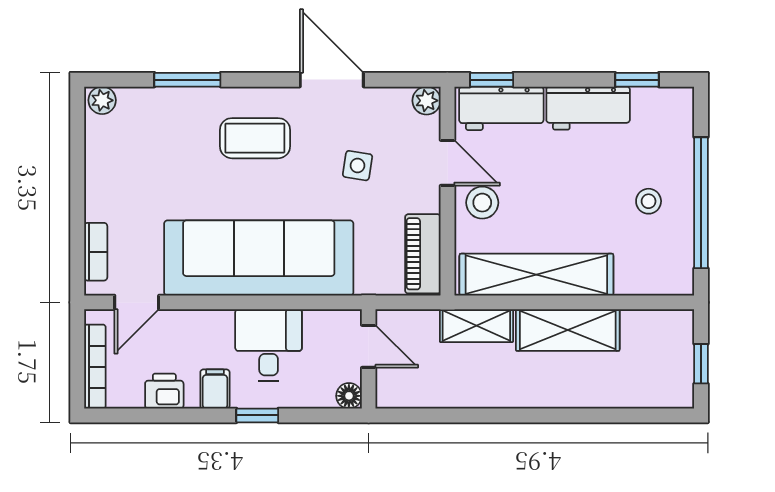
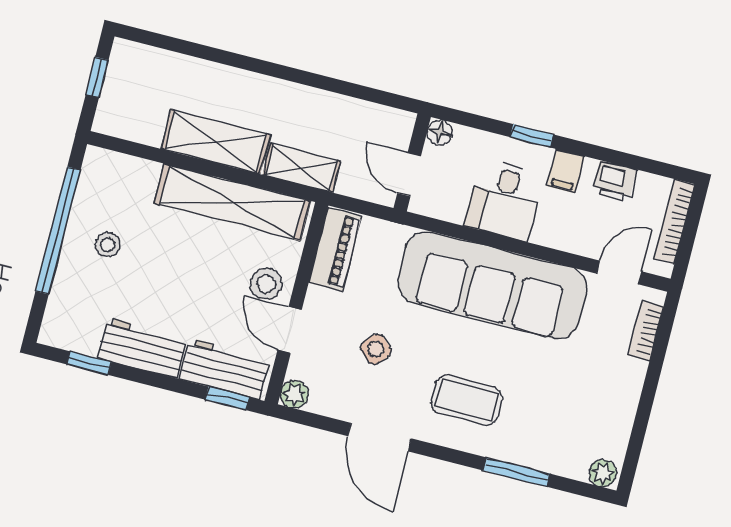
side table: (358, 166) -> (376, 349), turned 34

